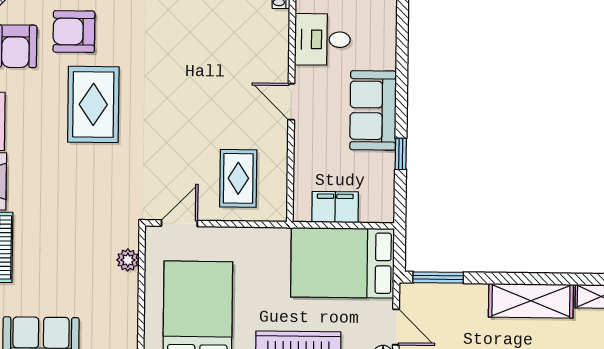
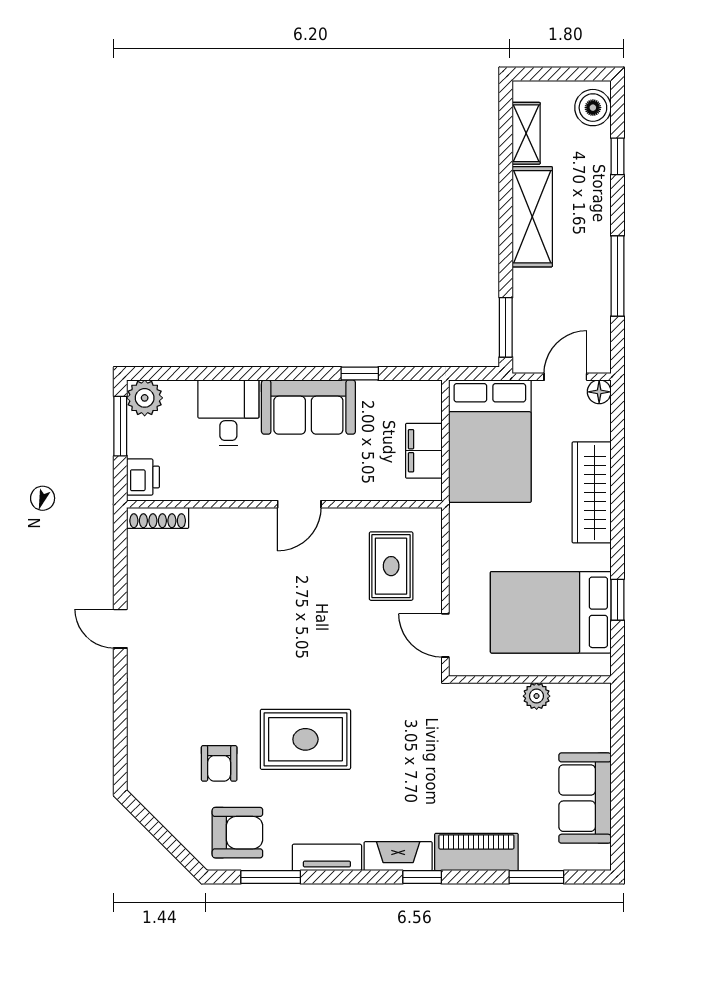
armchair: (74, 32) -> (219, 763), width x0.72, depth x0.72
desk: (323, 39) -> (228, 413), moved, turned 180
rug: (238, 178) -> (391, 566), turned 90
plant: (128, 260) -> (537, 696), moved

